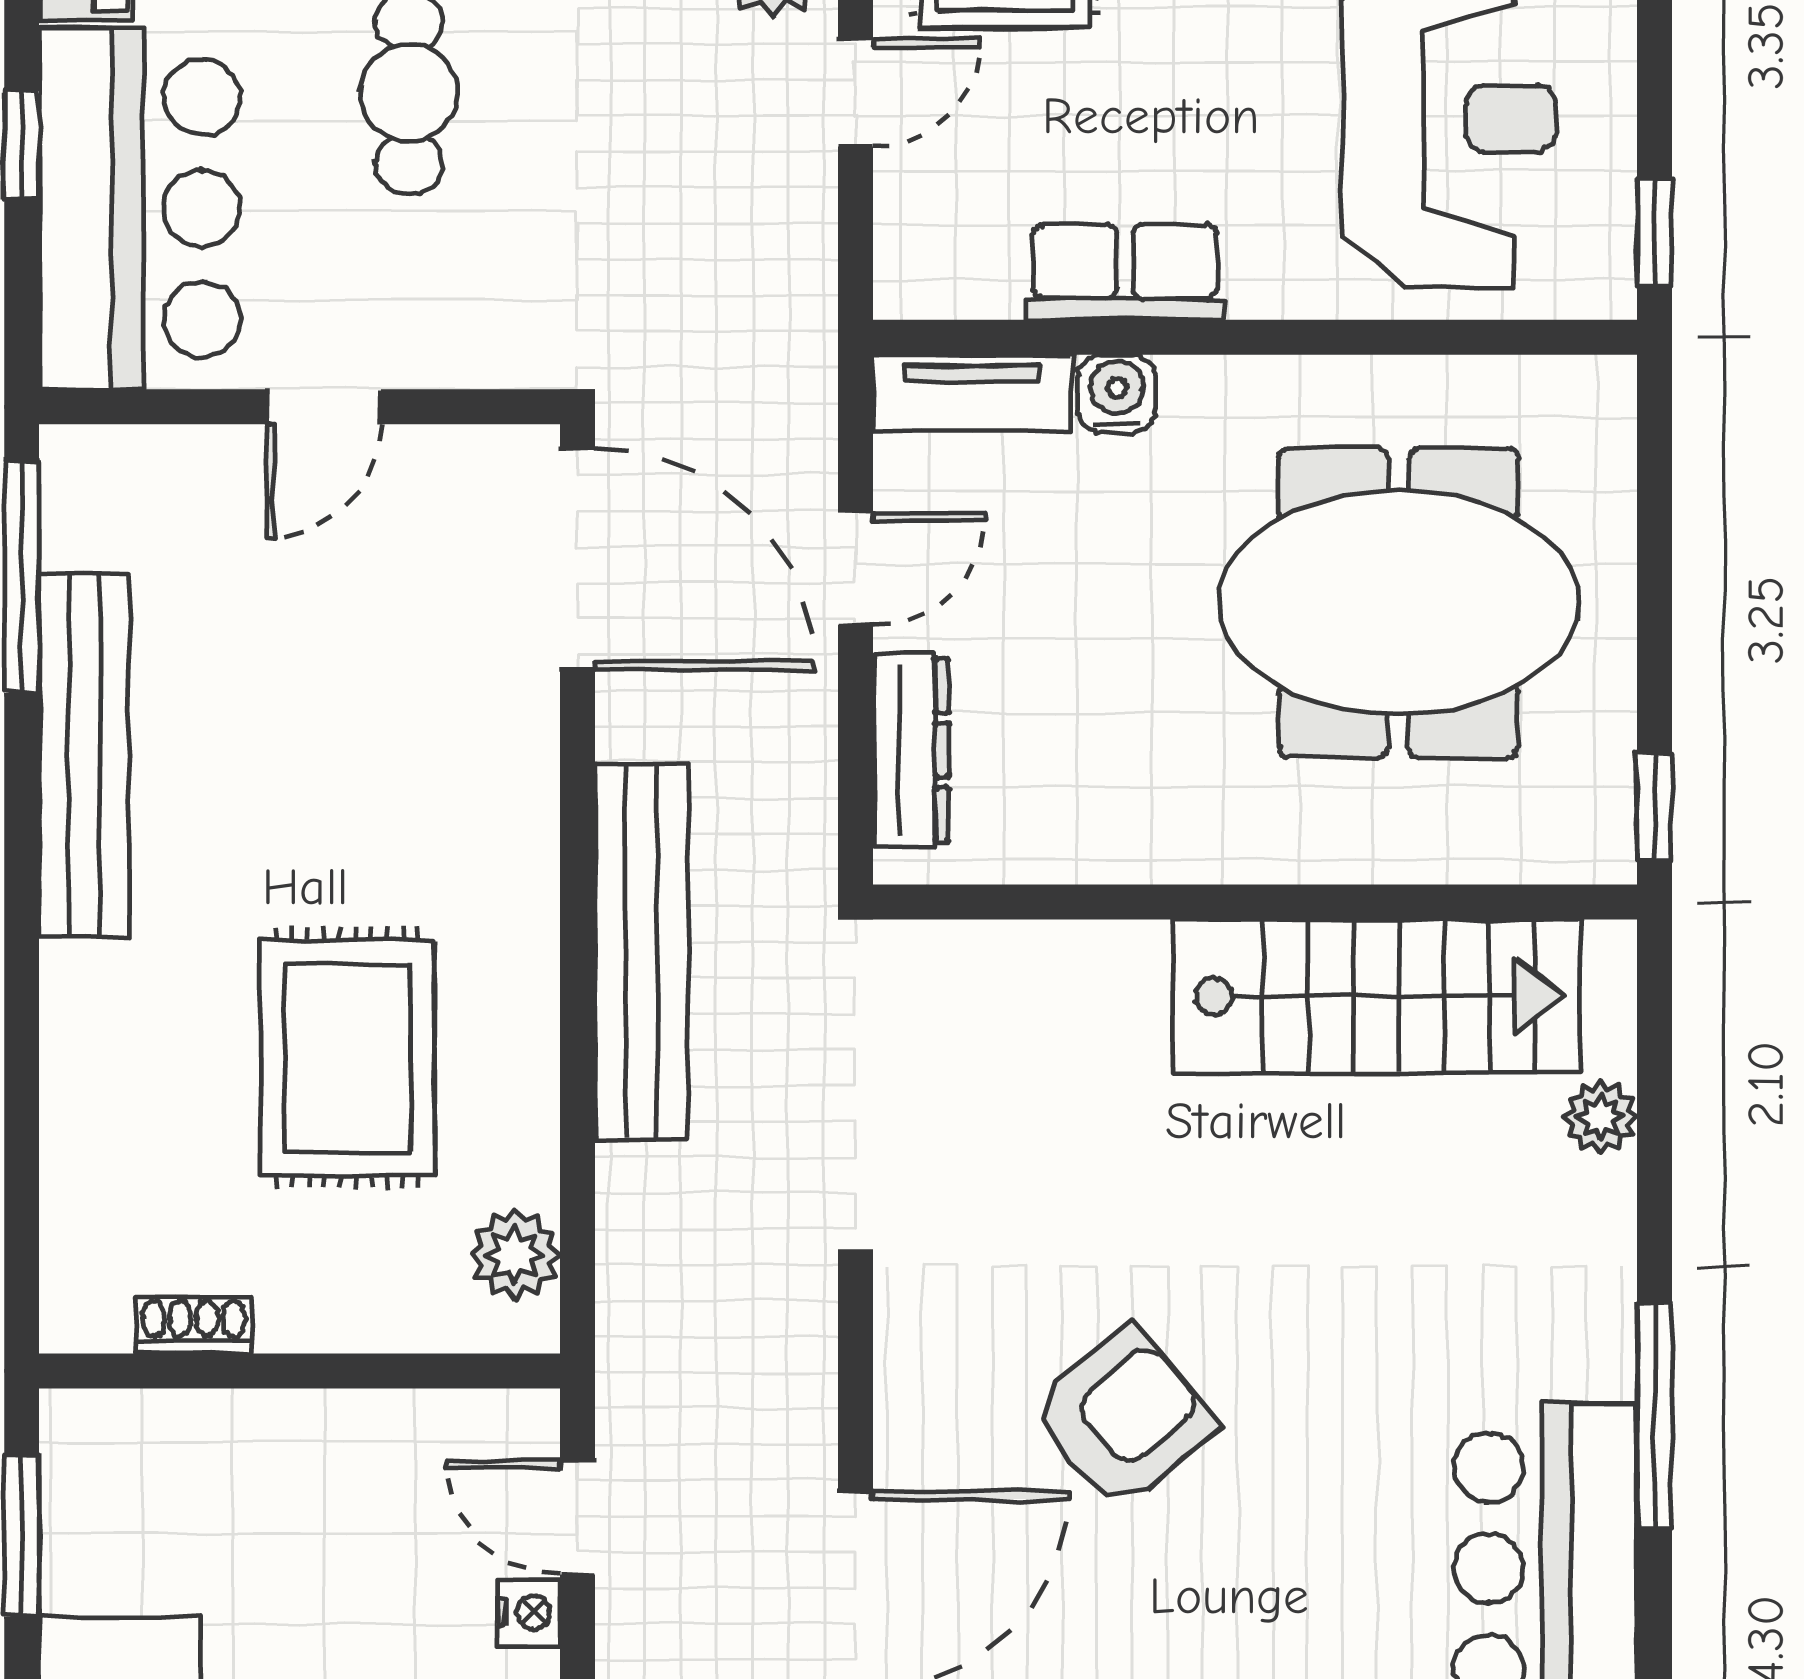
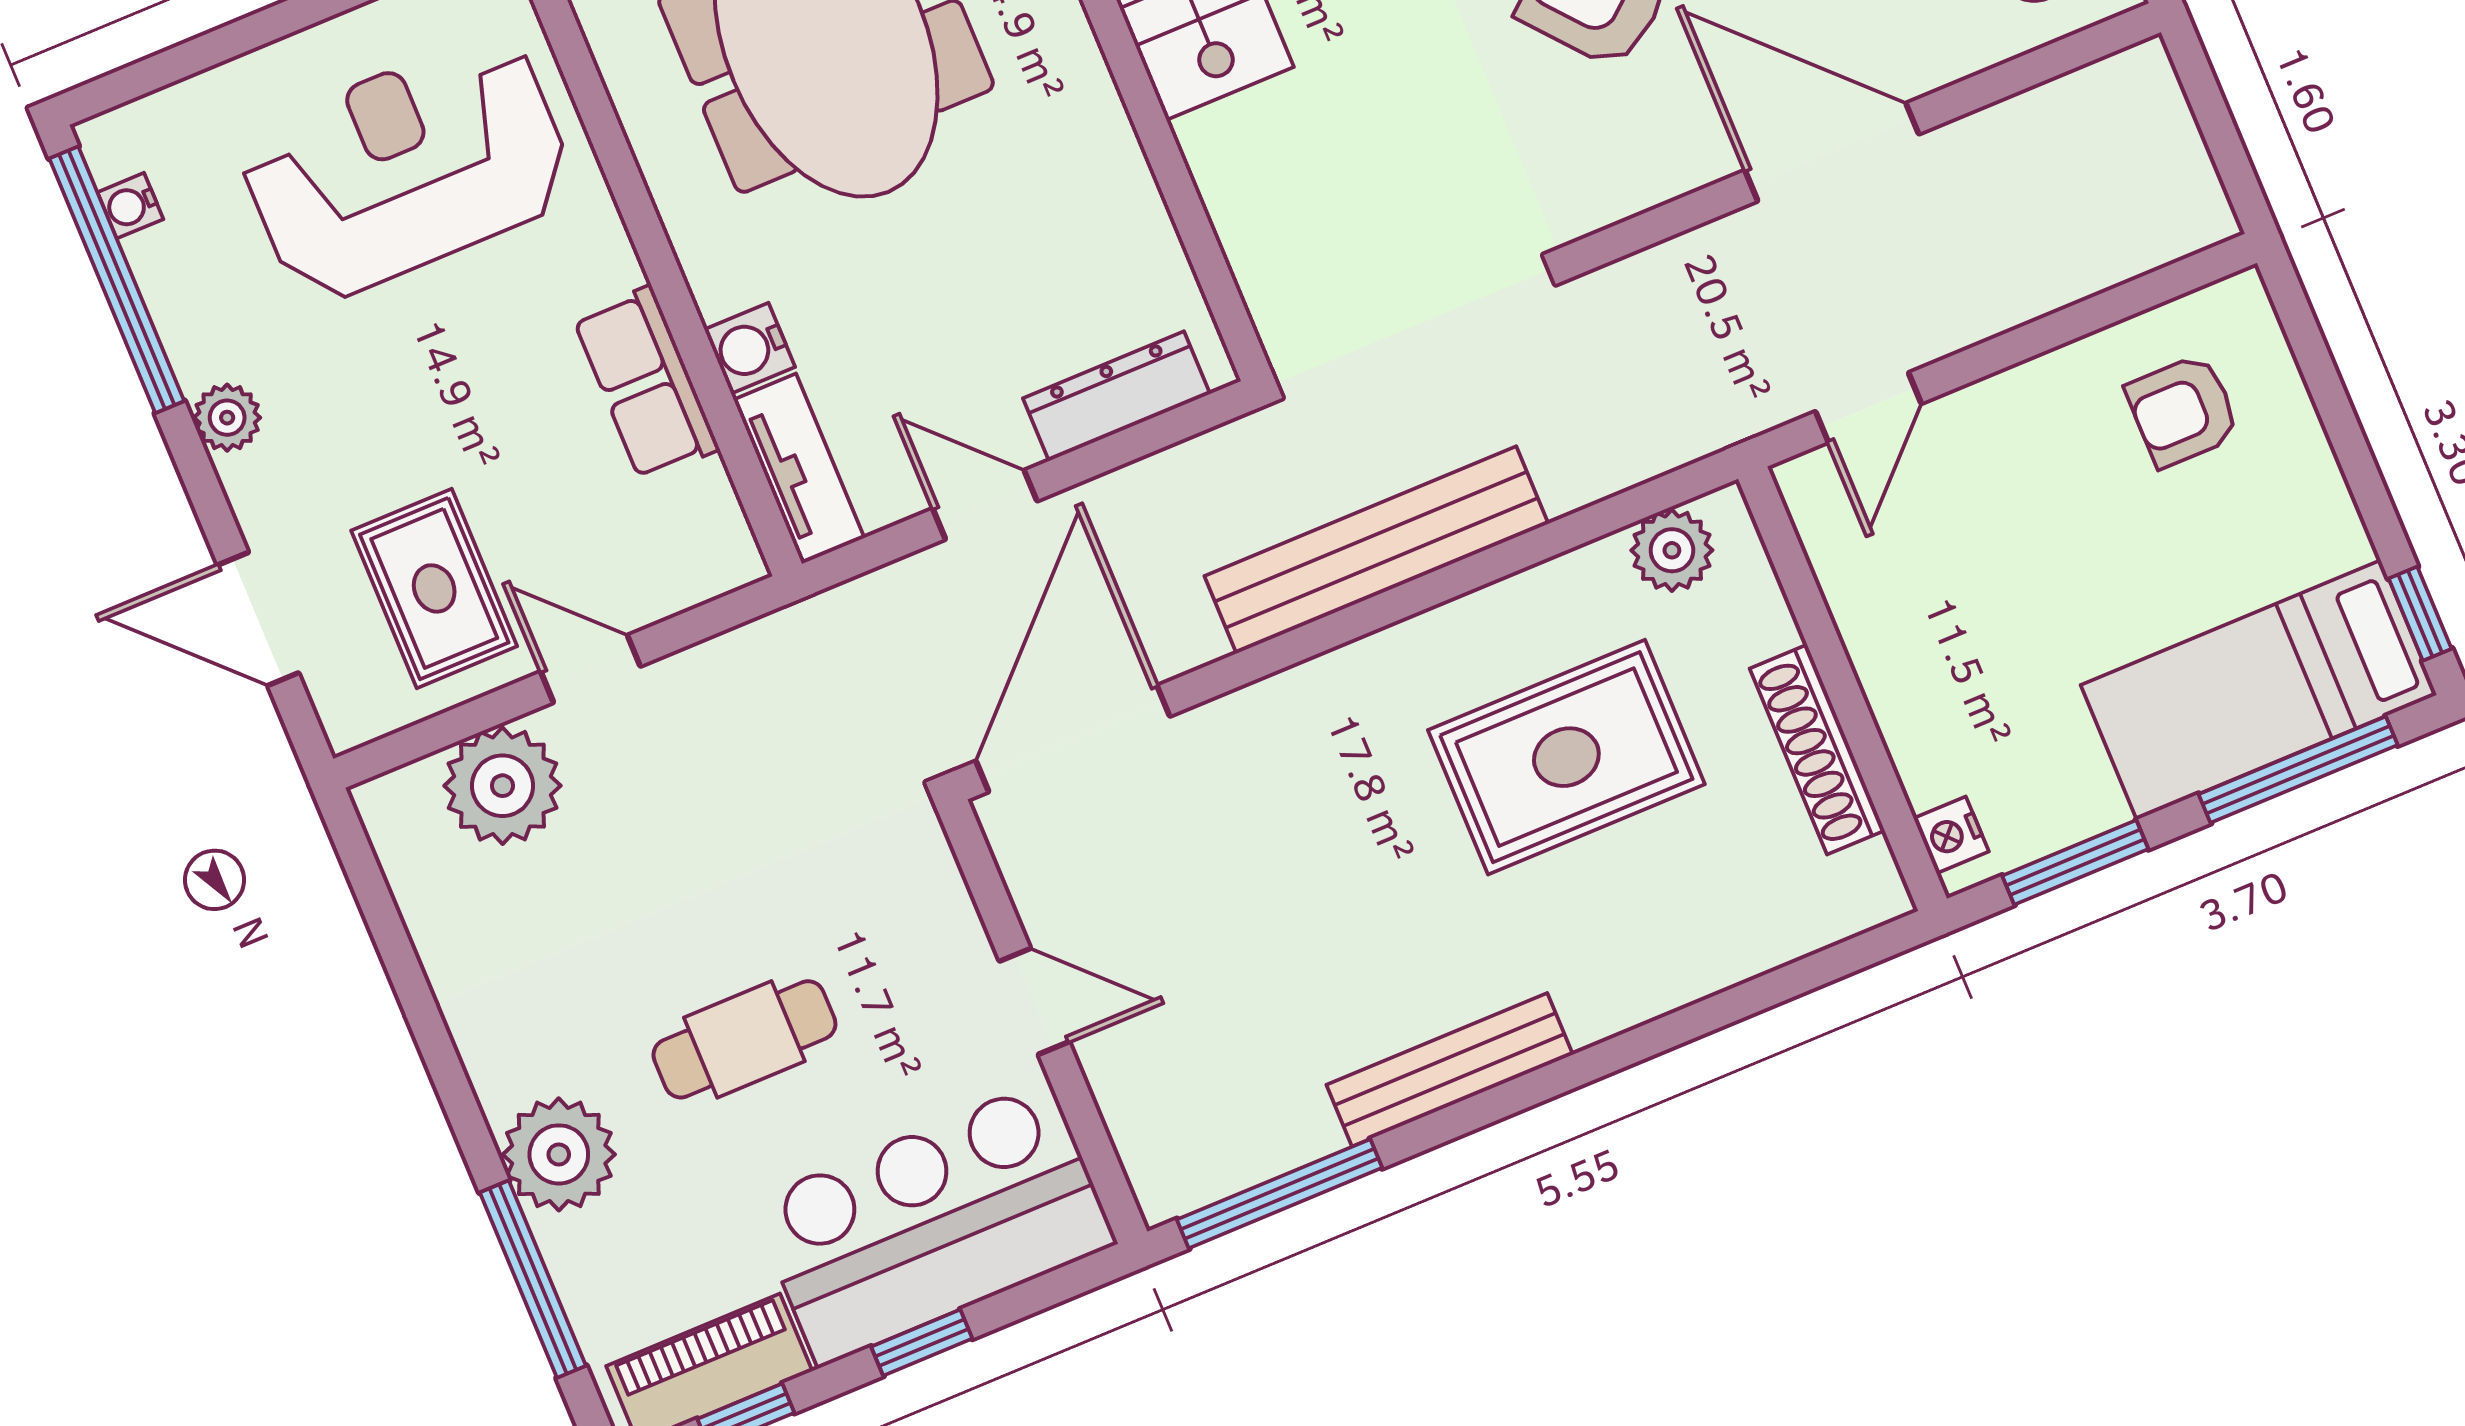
bench: (84, 755) -> (1450, 1070), width x0.73, depth x0.82
shoe rack: (194, 1325) -> (1817, 749), width x1.94, depth x1.24
nightstand: (529, 1612) -> (1951, 835), moved, turned -90

